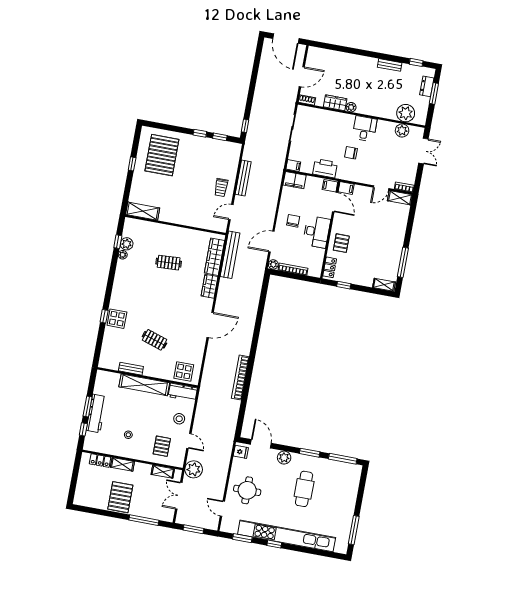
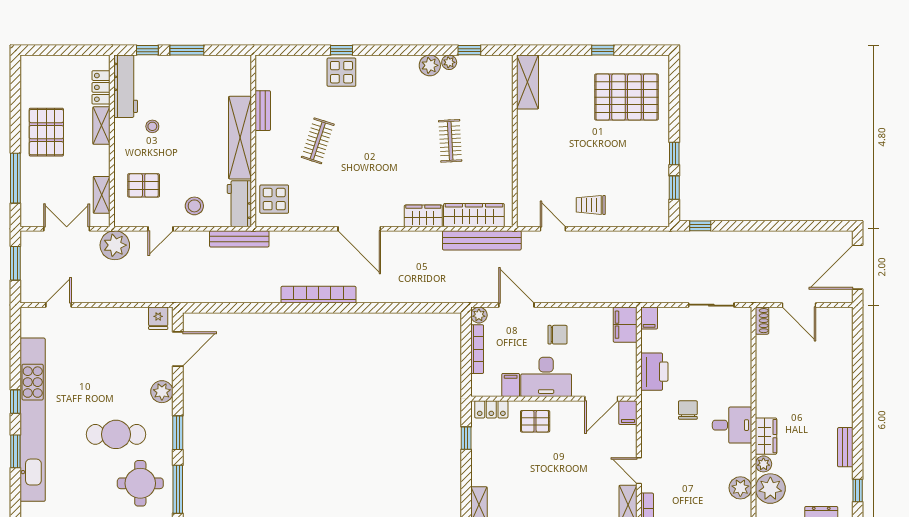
wardrobe: (335, 103) -> (766, 436), moved
plant: (351, 107) -> (763, 464), moved
bench: (243, 178) -> (239, 239), moved
filing cabinet: (330, 186) -> (511, 385), moved
plant: (127, 244) -> (430, 65), moved
bookcase: (240, 378) -> (318, 295), moved
workbench: (96, 413) -> (126, 86), moved, turned -90
round table: (247, 490) -> (140, 483), moved
pallet: (120, 497) -> (46, 132), turned 90
window: (242, 538) -> (15, 451), moved

